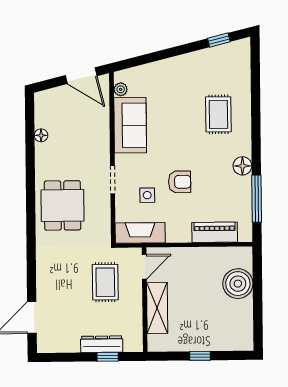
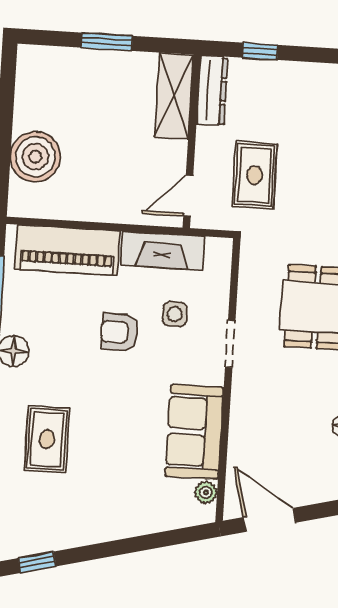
piano: (215, 232) -> (67, 250), width x1.37, depth x1.33
fireplace: (140, 233) -> (163, 251), moved
shelving: (157, 308) -> (174, 96), moved
dresser: (102, 344) -> (212, 91), moved, turned -90
window: (200, 356) -> (107, 42), width x1.50

